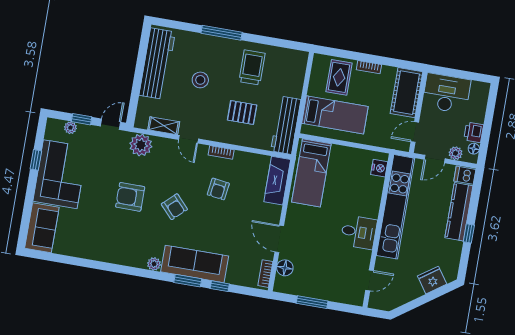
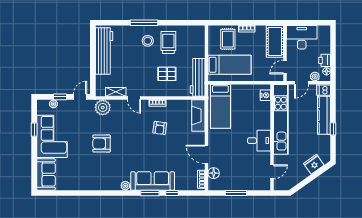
stool: (200, 80) -> (148, 41), moved
armchair: (174, 207) -> (132, 145), removed

